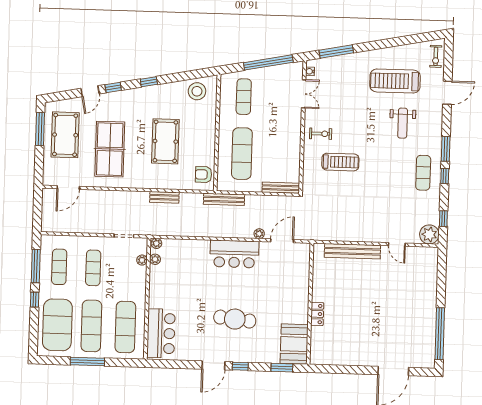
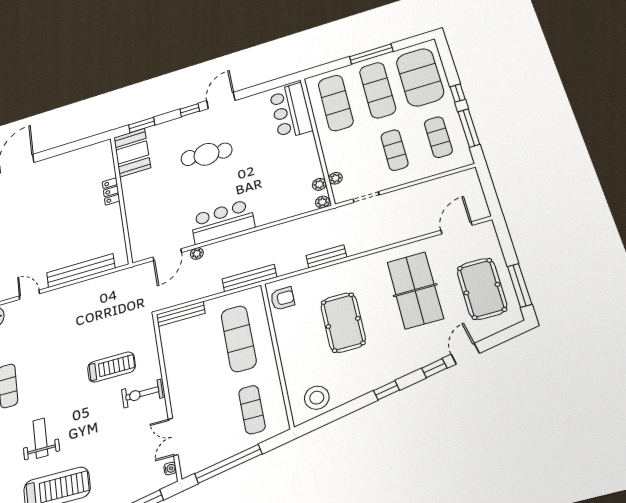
exercise bike: (321, 134) -> (142, 394), width x1.38, depth x1.39
treadmill: (340, 162) -> (111, 367), turned 180

